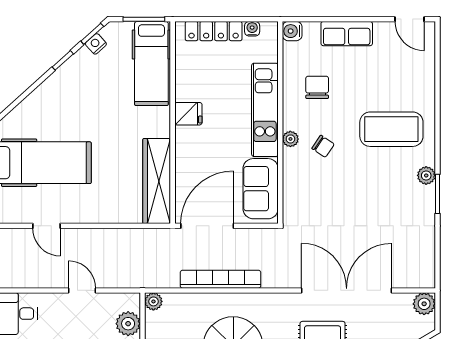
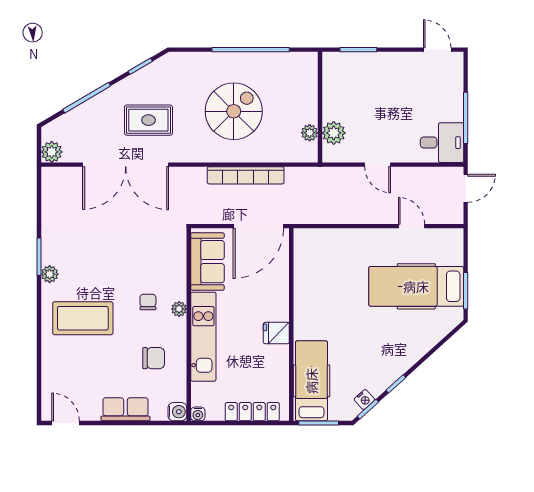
water cooler: (252, 29) -> (198, 414), moved
chair: (317, 87) -> (154, 358), turned -90
chair: (323, 146) -> (148, 302), turned 56
wardrobe: (157, 181) -> (307, 269), removed
plant: (153, 301) -> (310, 133), moved

